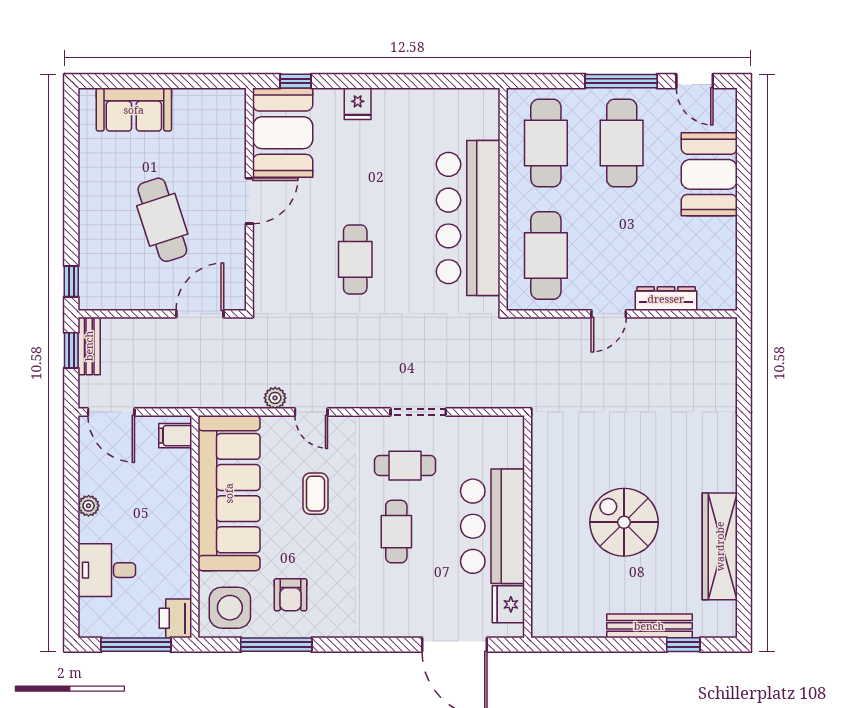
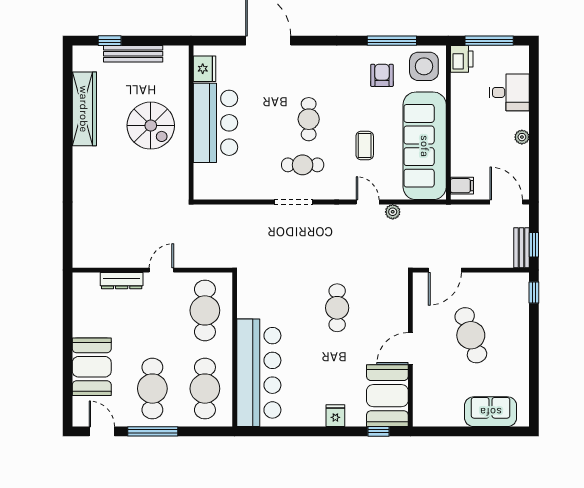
bar counter: (468, 218) -> (259, 373), moved
bar counter: (493, 526) -> (215, 123), moved
wall: (528, 527) -> (191, 123), moved
fridge: (508, 604) -> (205, 69), moved

